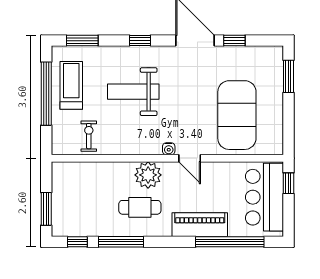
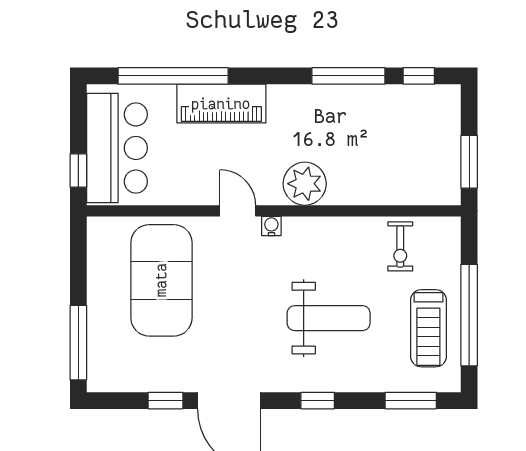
window: (288, 76) -> (78, 343), width x1.44
cafe table: (140, 207) -> (318, 132), removed
window: (46, 209) -> (469, 162), moved

